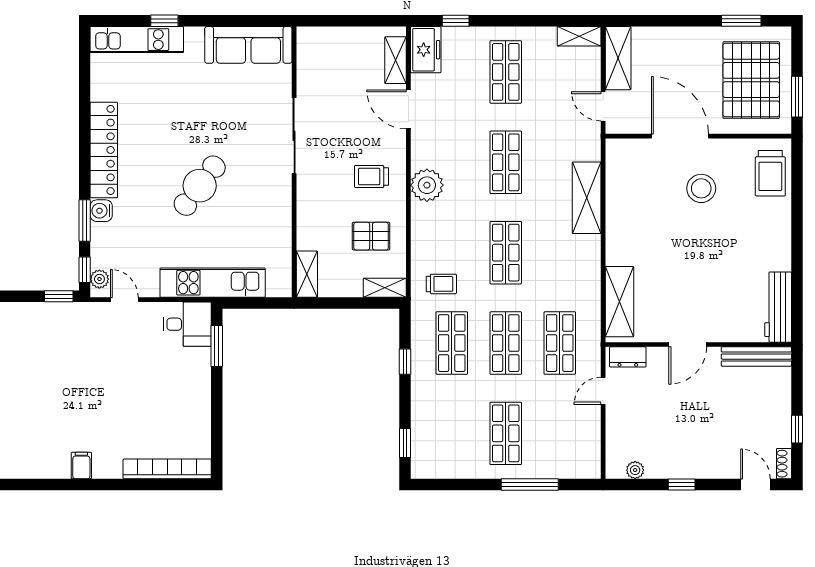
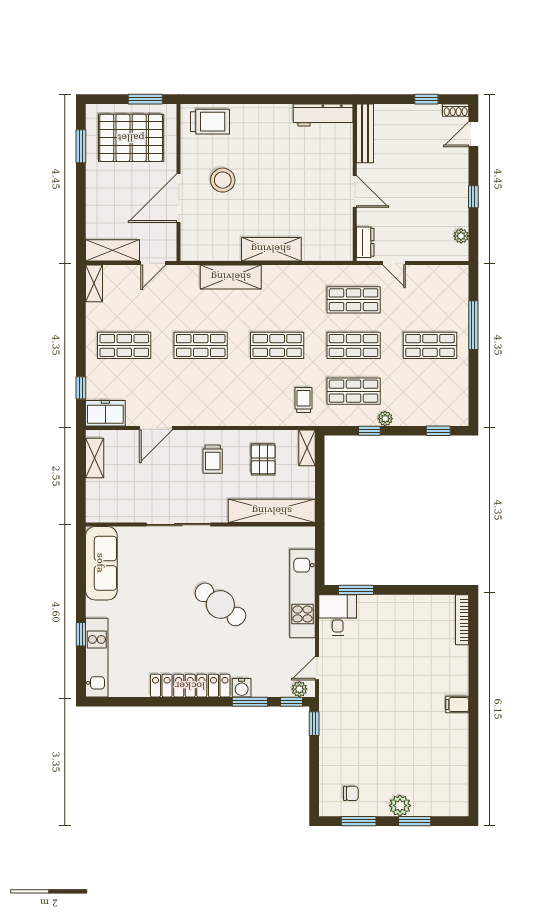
shelving: (396, 60) -> (95, 458), moved, turned 90
plant: (427, 185) -> (385, 419), moved, width x0.53, depth x0.53
shelving: (307, 274) -> (272, 511), width x2.20, depth x1.33
shelving: (619, 302) -> (271, 249), moved
bookcase: (167, 469) -> (462, 620), width x0.68, depth x0.76

